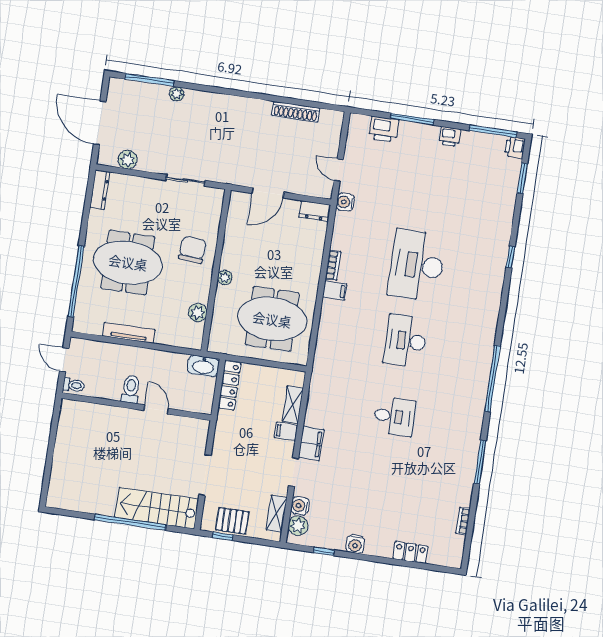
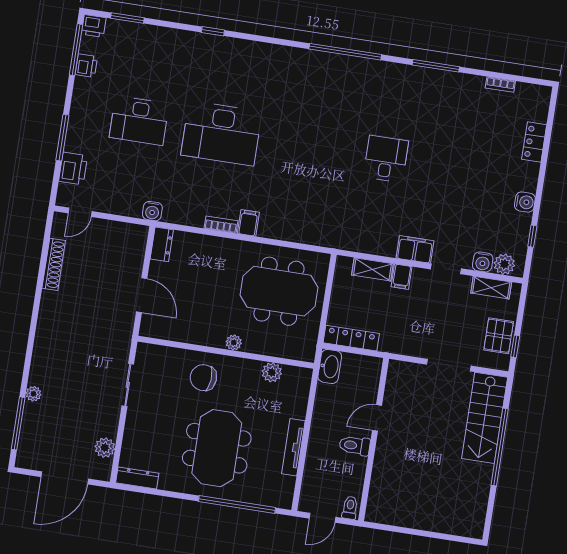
printer: (450, 137) -> (86, 66), moved
door: (339, 170) -> (80, 212), moved
meeting table: (272, 319) -> (279, 291), turned 90
desk: (406, 341) -> (139, 121), moved

